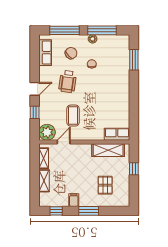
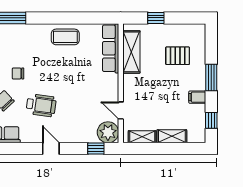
window: (35, 112) -> (96, 149), moved
coffee table: (73, 116) -> (65, 37), moved
row of seats: (117, 134) -> (111, 48), width x1.48

